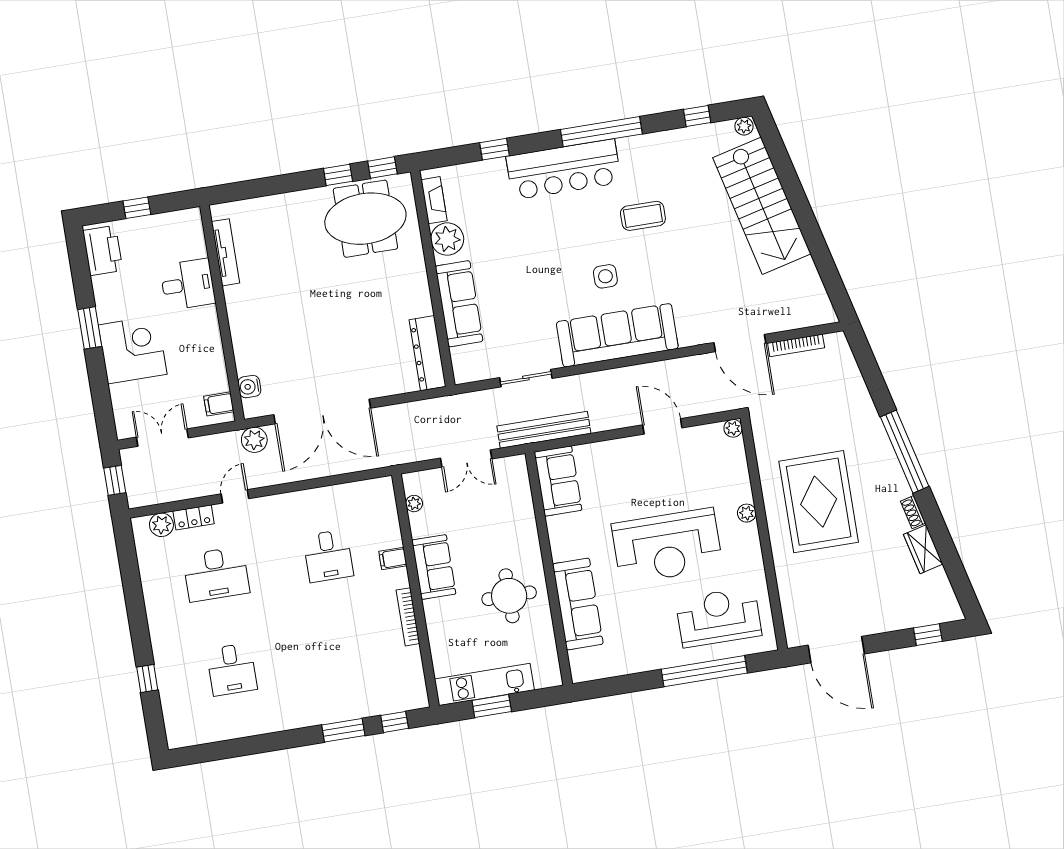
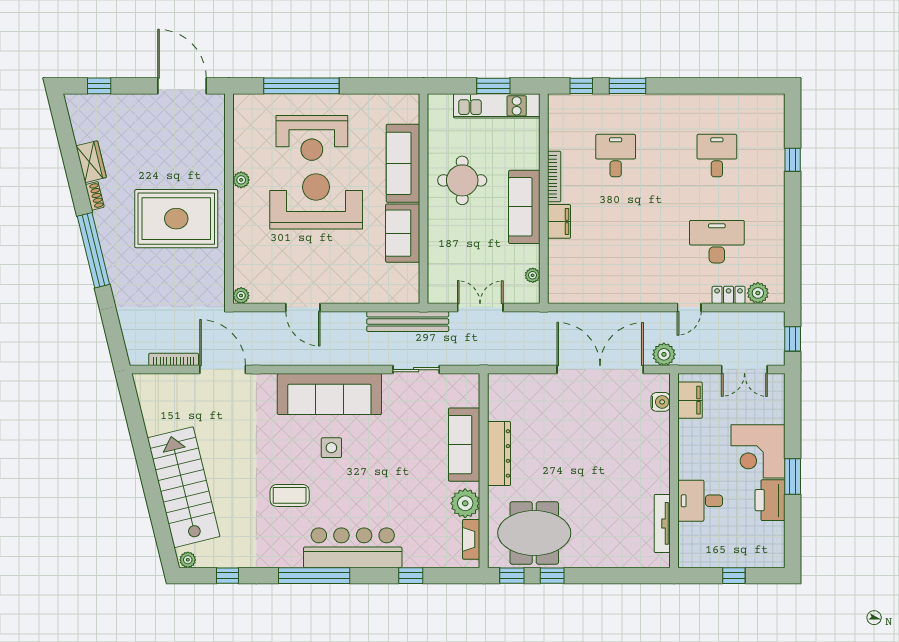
printer: (103, 251) -> (770, 500), moved
dresser: (428, 353) -> (499, 453), moved
filing cabinet: (219, 404) -> (690, 400), width x2.00
sofa: (558, 481) -> (403, 233), moved
rug: (819, 502) -> (176, 219), turned 90
plant: (747, 513) -> (241, 180), moved
desk: (328, 556) -> (616, 156), moved
filing cabinet: (393, 558) -> (559, 221), width x2.00
sofa: (434, 567) -> (524, 207), width x1.36
reception desk: (719, 617) -> (312, 138), moved

